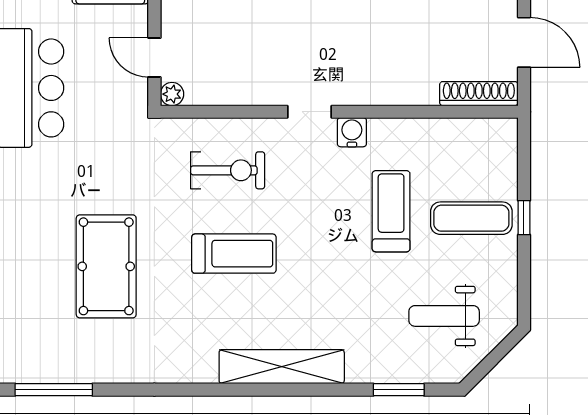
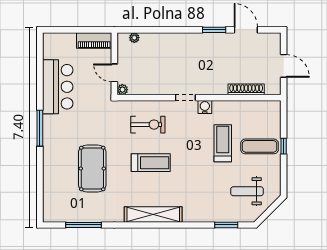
shoe rack: (479, 94) -> (246, 89), moved
shelving: (282, 367) -> (153, 214), moved
window: (54, 390) -> (83, 225), moved

